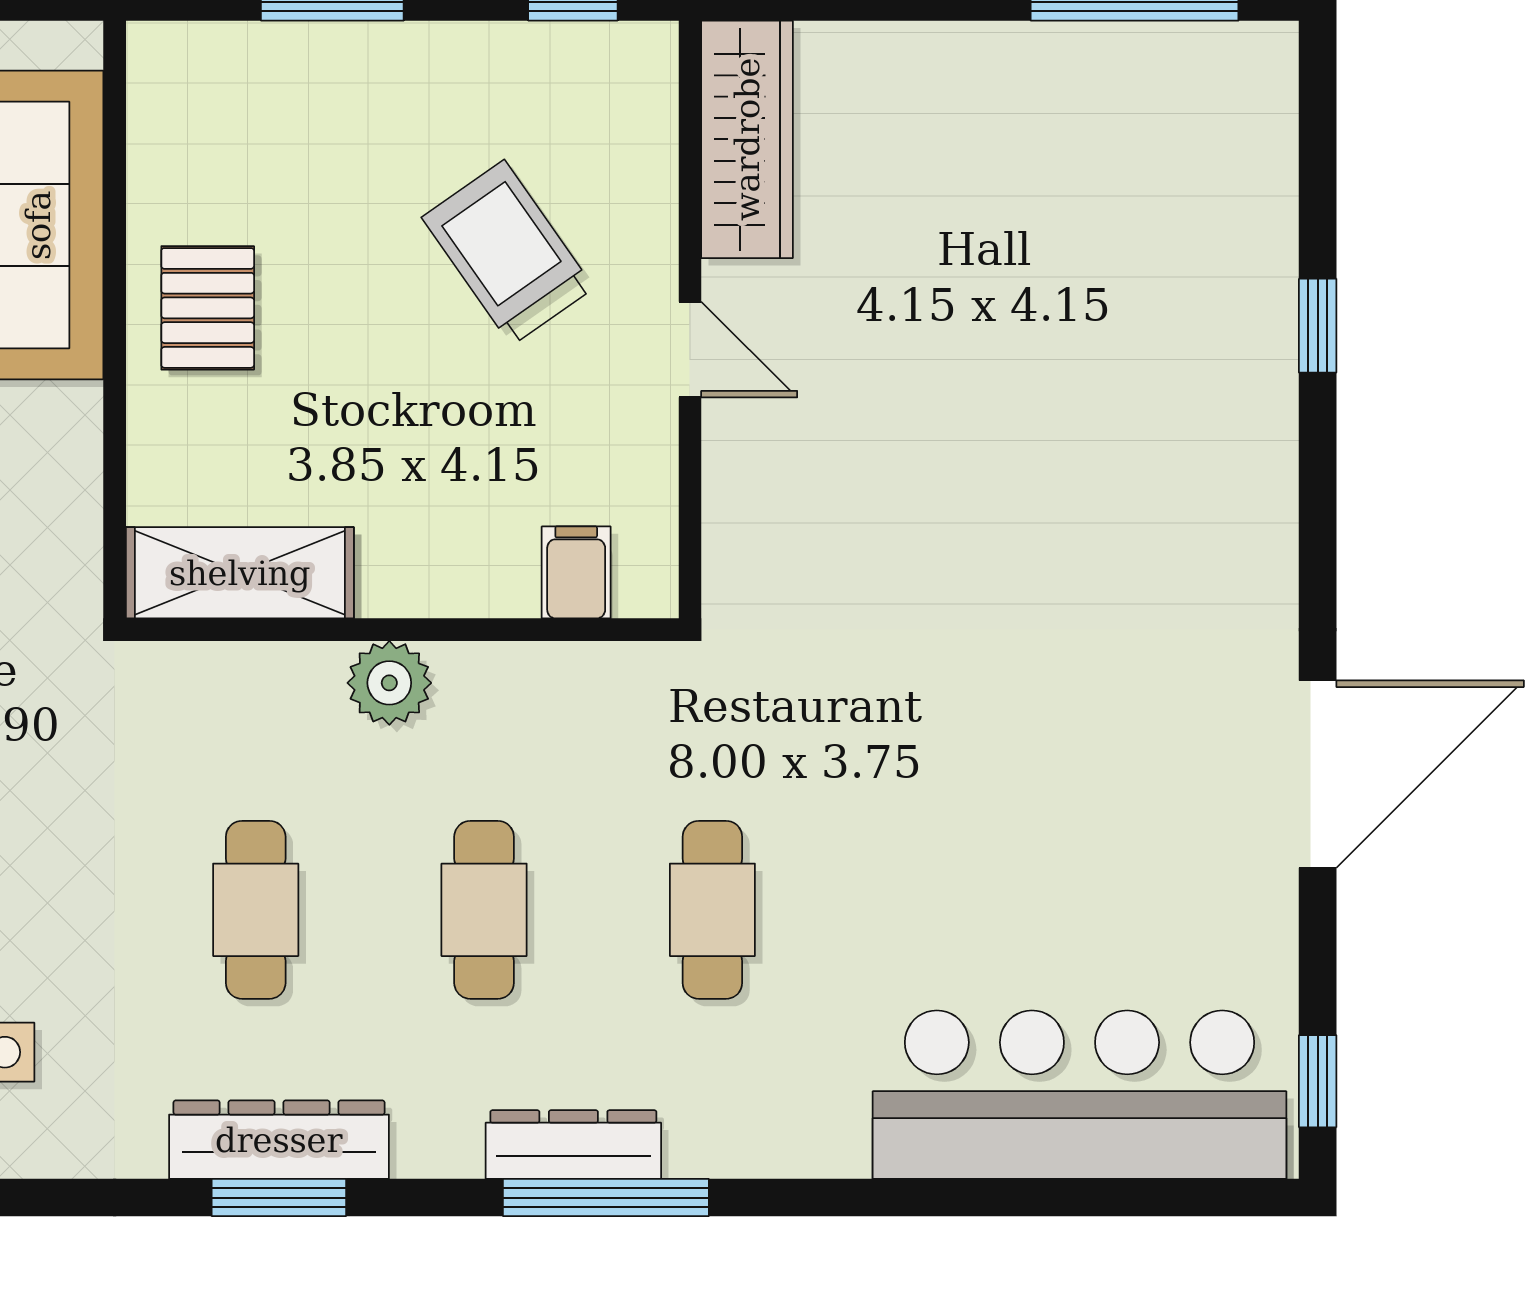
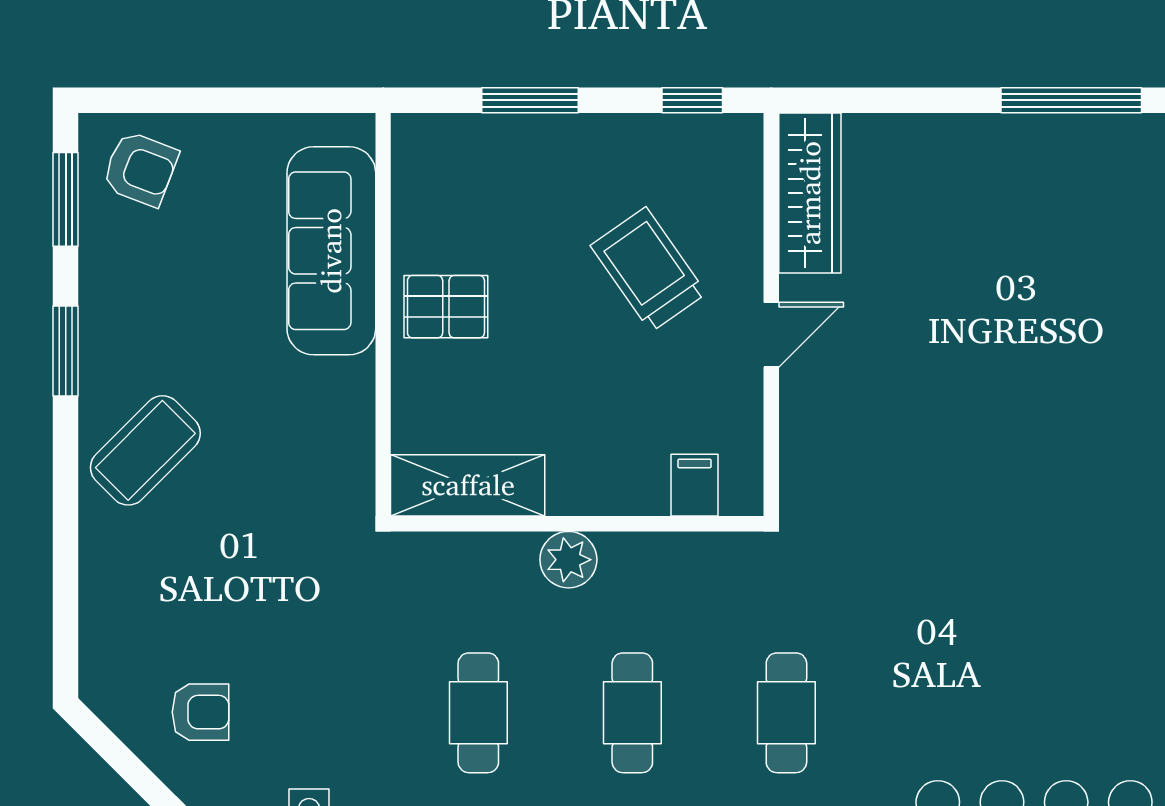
pallet: (208, 308) -> (446, 307), turned 90
door: (690, 349) -> (771, 335), hinge flipped

